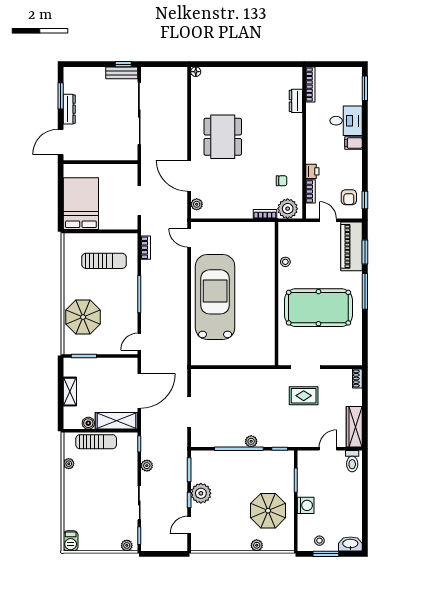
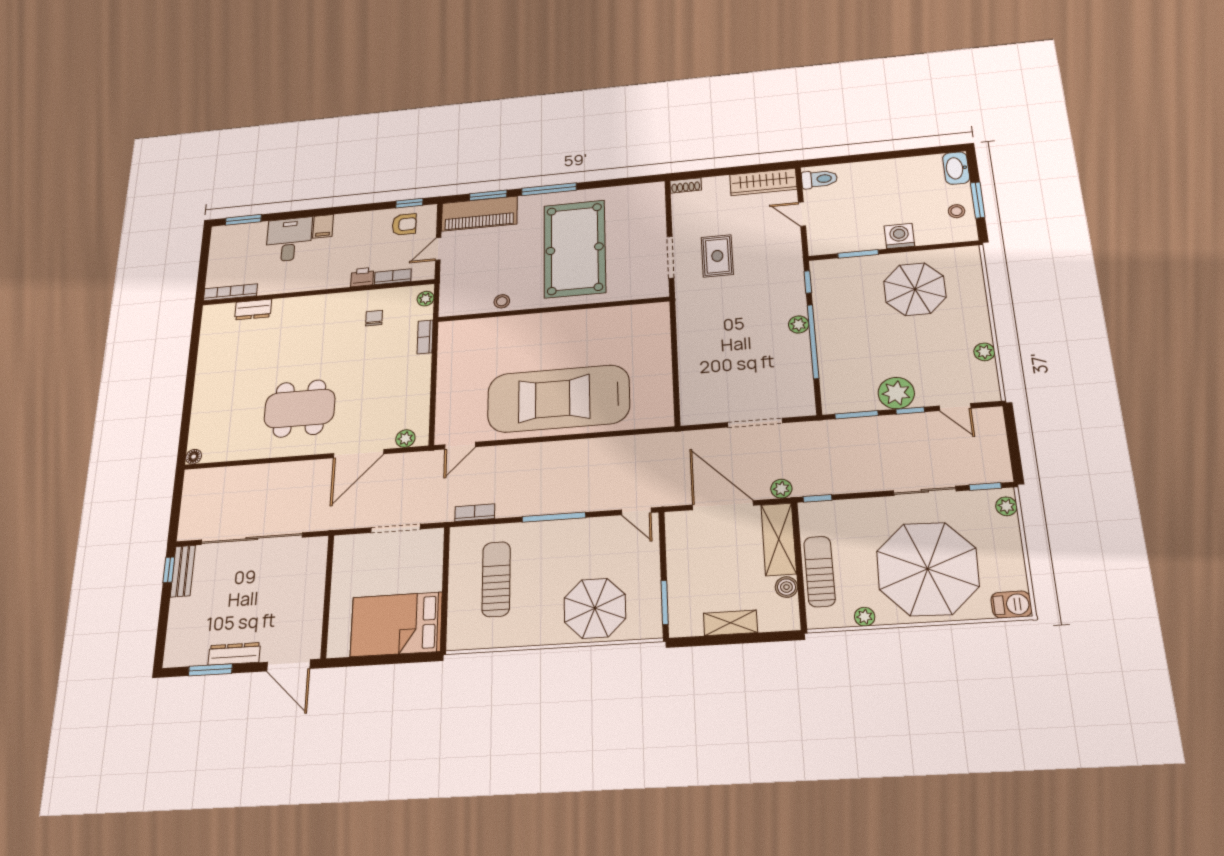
plant: (288, 209) -> (426, 299), width x0.53, depth x0.53
plant: (147, 466) -> (781, 489), moved
parasol: (94, 500) -> (928, 569), added
plant: (257, 545) -> (984, 352), moved

